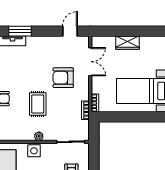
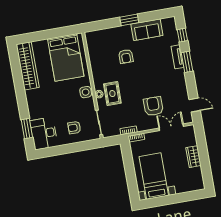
double door: (90, 62) -> (171, 127), swing flipped
rug: (38, 104) -> (112, 94), moved, turned 90

